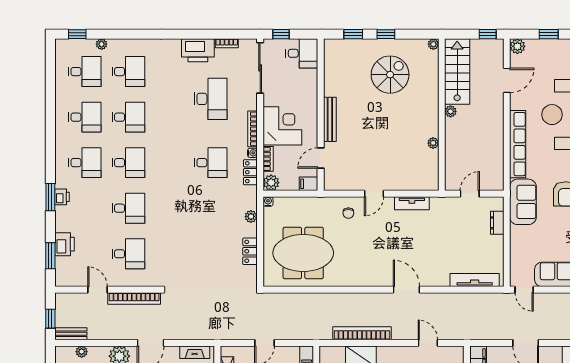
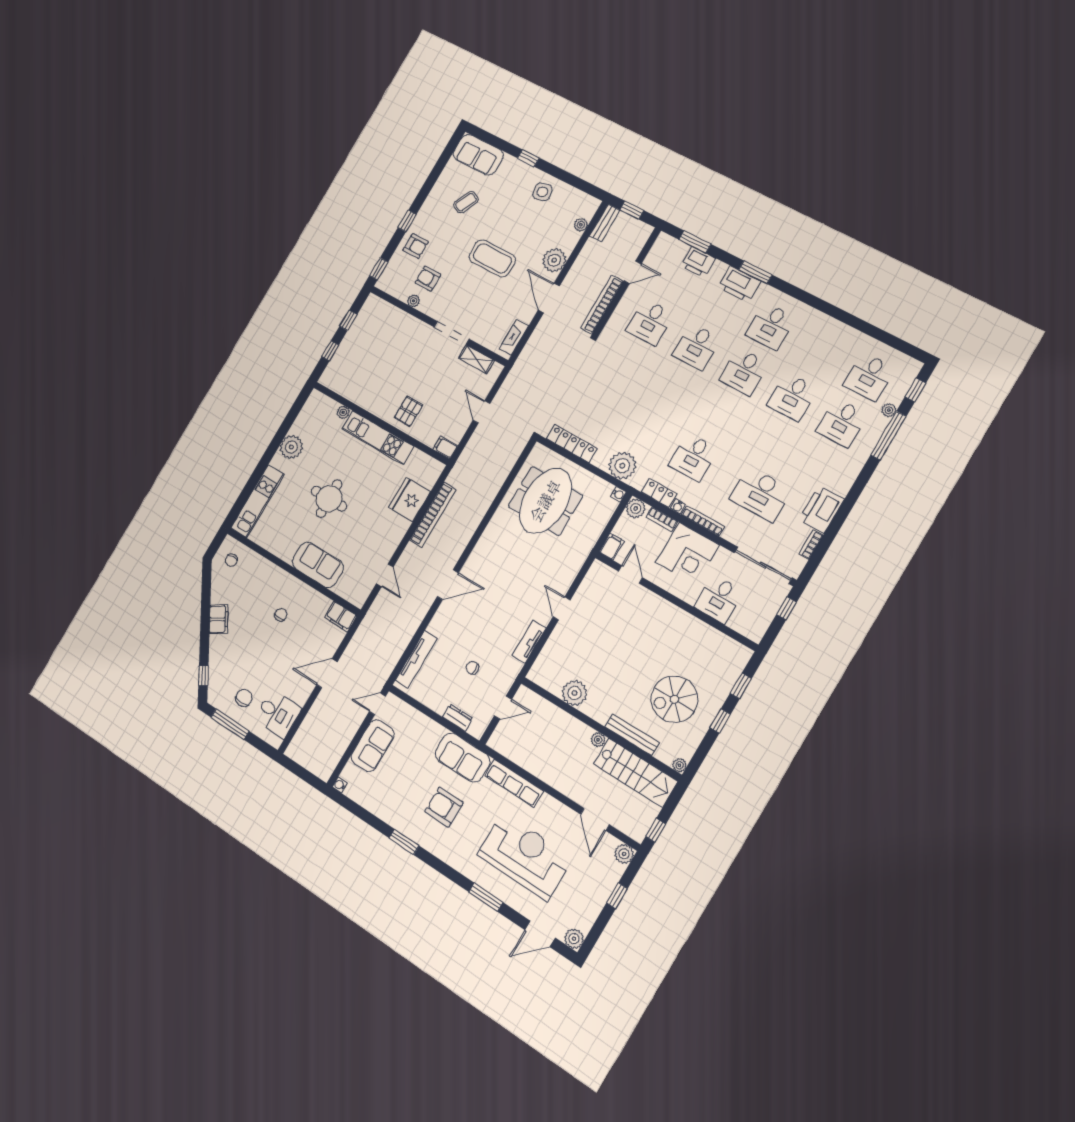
window: (120, 34) -> (888, 436), added
desk: (302, 53) -> (719, 599), moved
spiral stairs: (390, 75) -> (674, 699), turned 90
desk: (85, 117) -> (819, 351), removed
bench: (330, 119) -> (632, 735), moved
plant: (433, 143) -> (574, 693), width x1.88, depth x1.88
row of seats: (518, 144) -> (514, 783), width x0.73
door: (470, 194) -> (503, 708), hinge flipped
printer: (62, 197) -> (739, 284), width x1.87, depth x1.48
chair: (348, 213) -> (472, 668), moved
plant: (251, 216) -> (622, 466), width x1.87, depth x1.87
locker: (250, 251) -> (572, 443), width x1.53
door: (428, 343) -> (385, 575), hinge flipped

